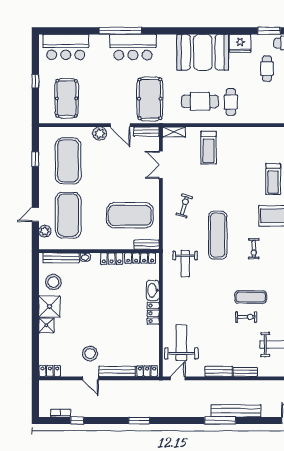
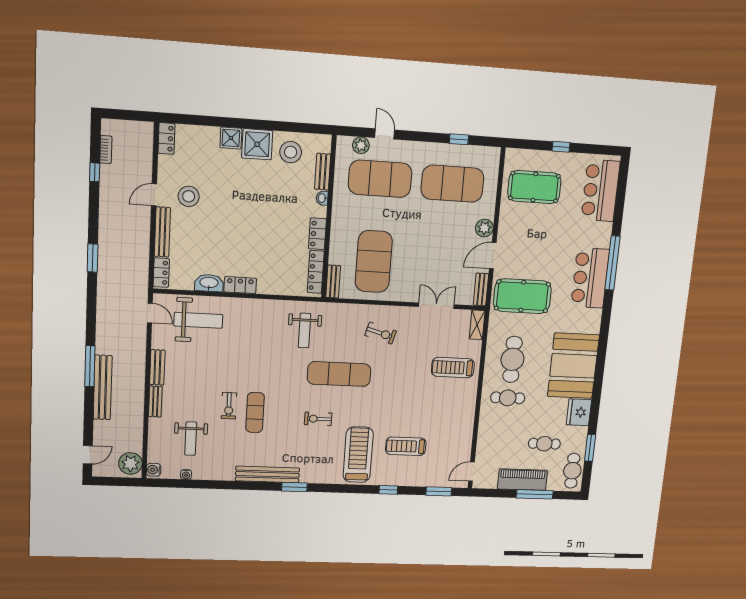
bench: (61, 258) -> (323, 172), width x0.73
weight bench: (185, 264) -> (304, 331), turned -90
washbasin: (153, 290) -> (209, 283), moved

